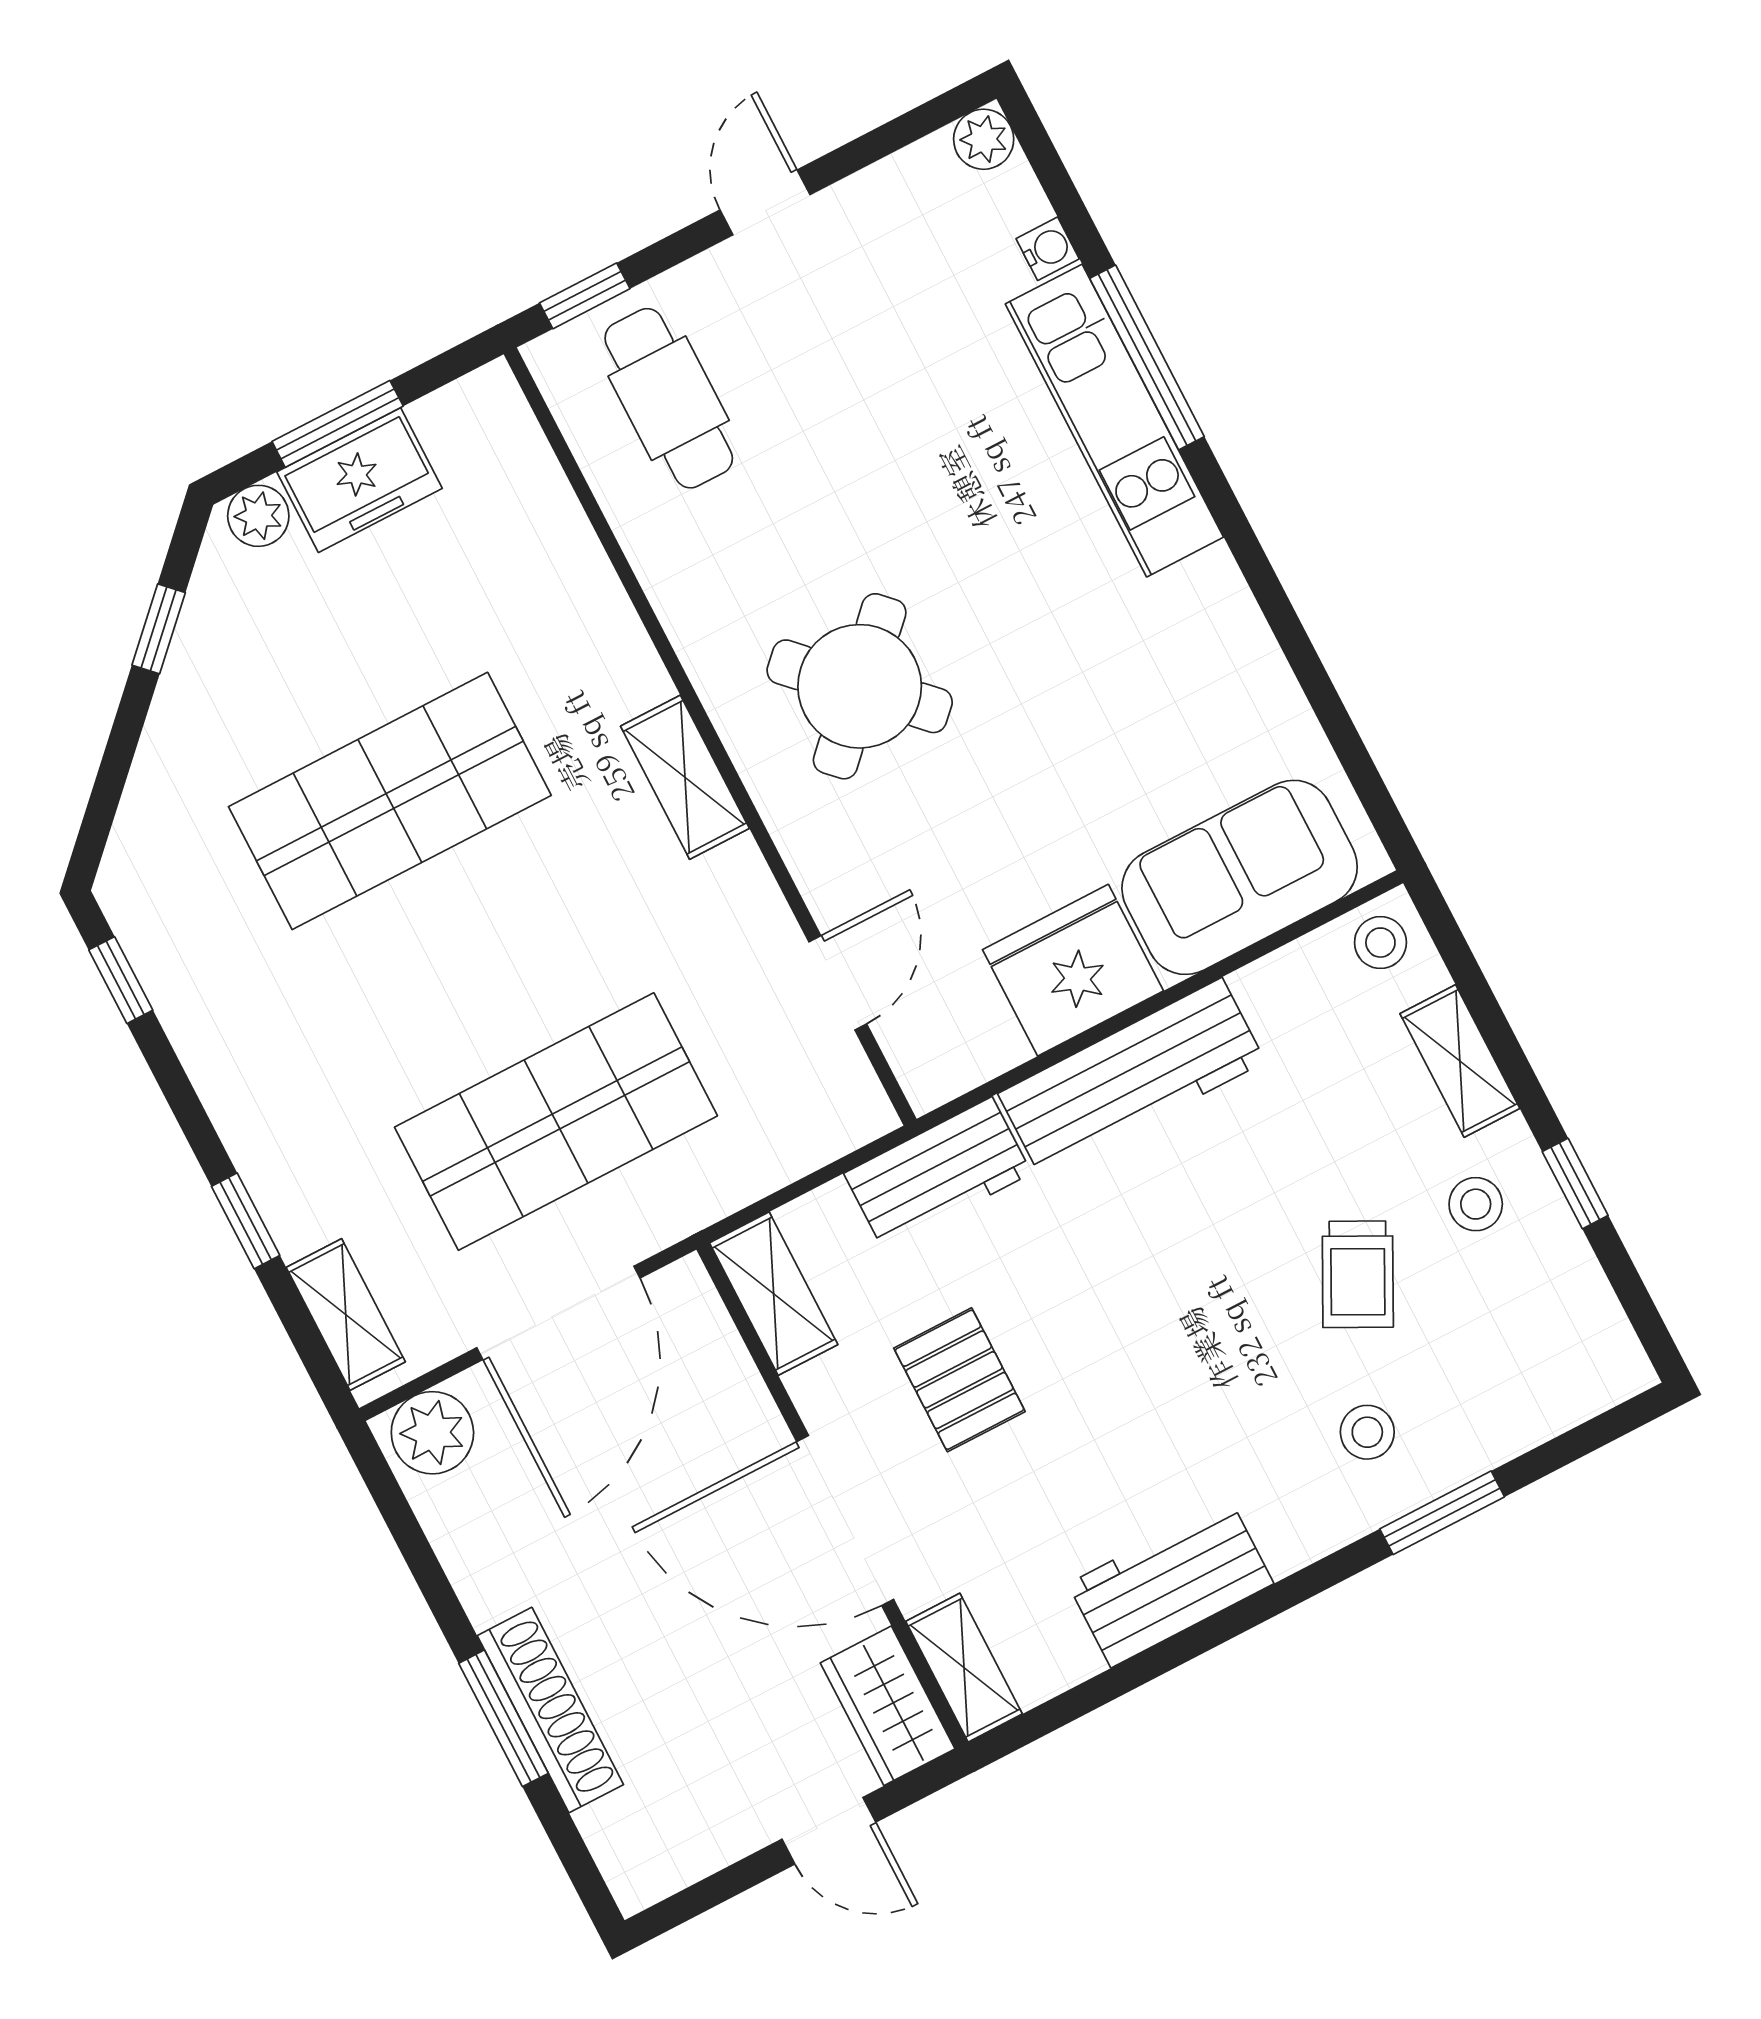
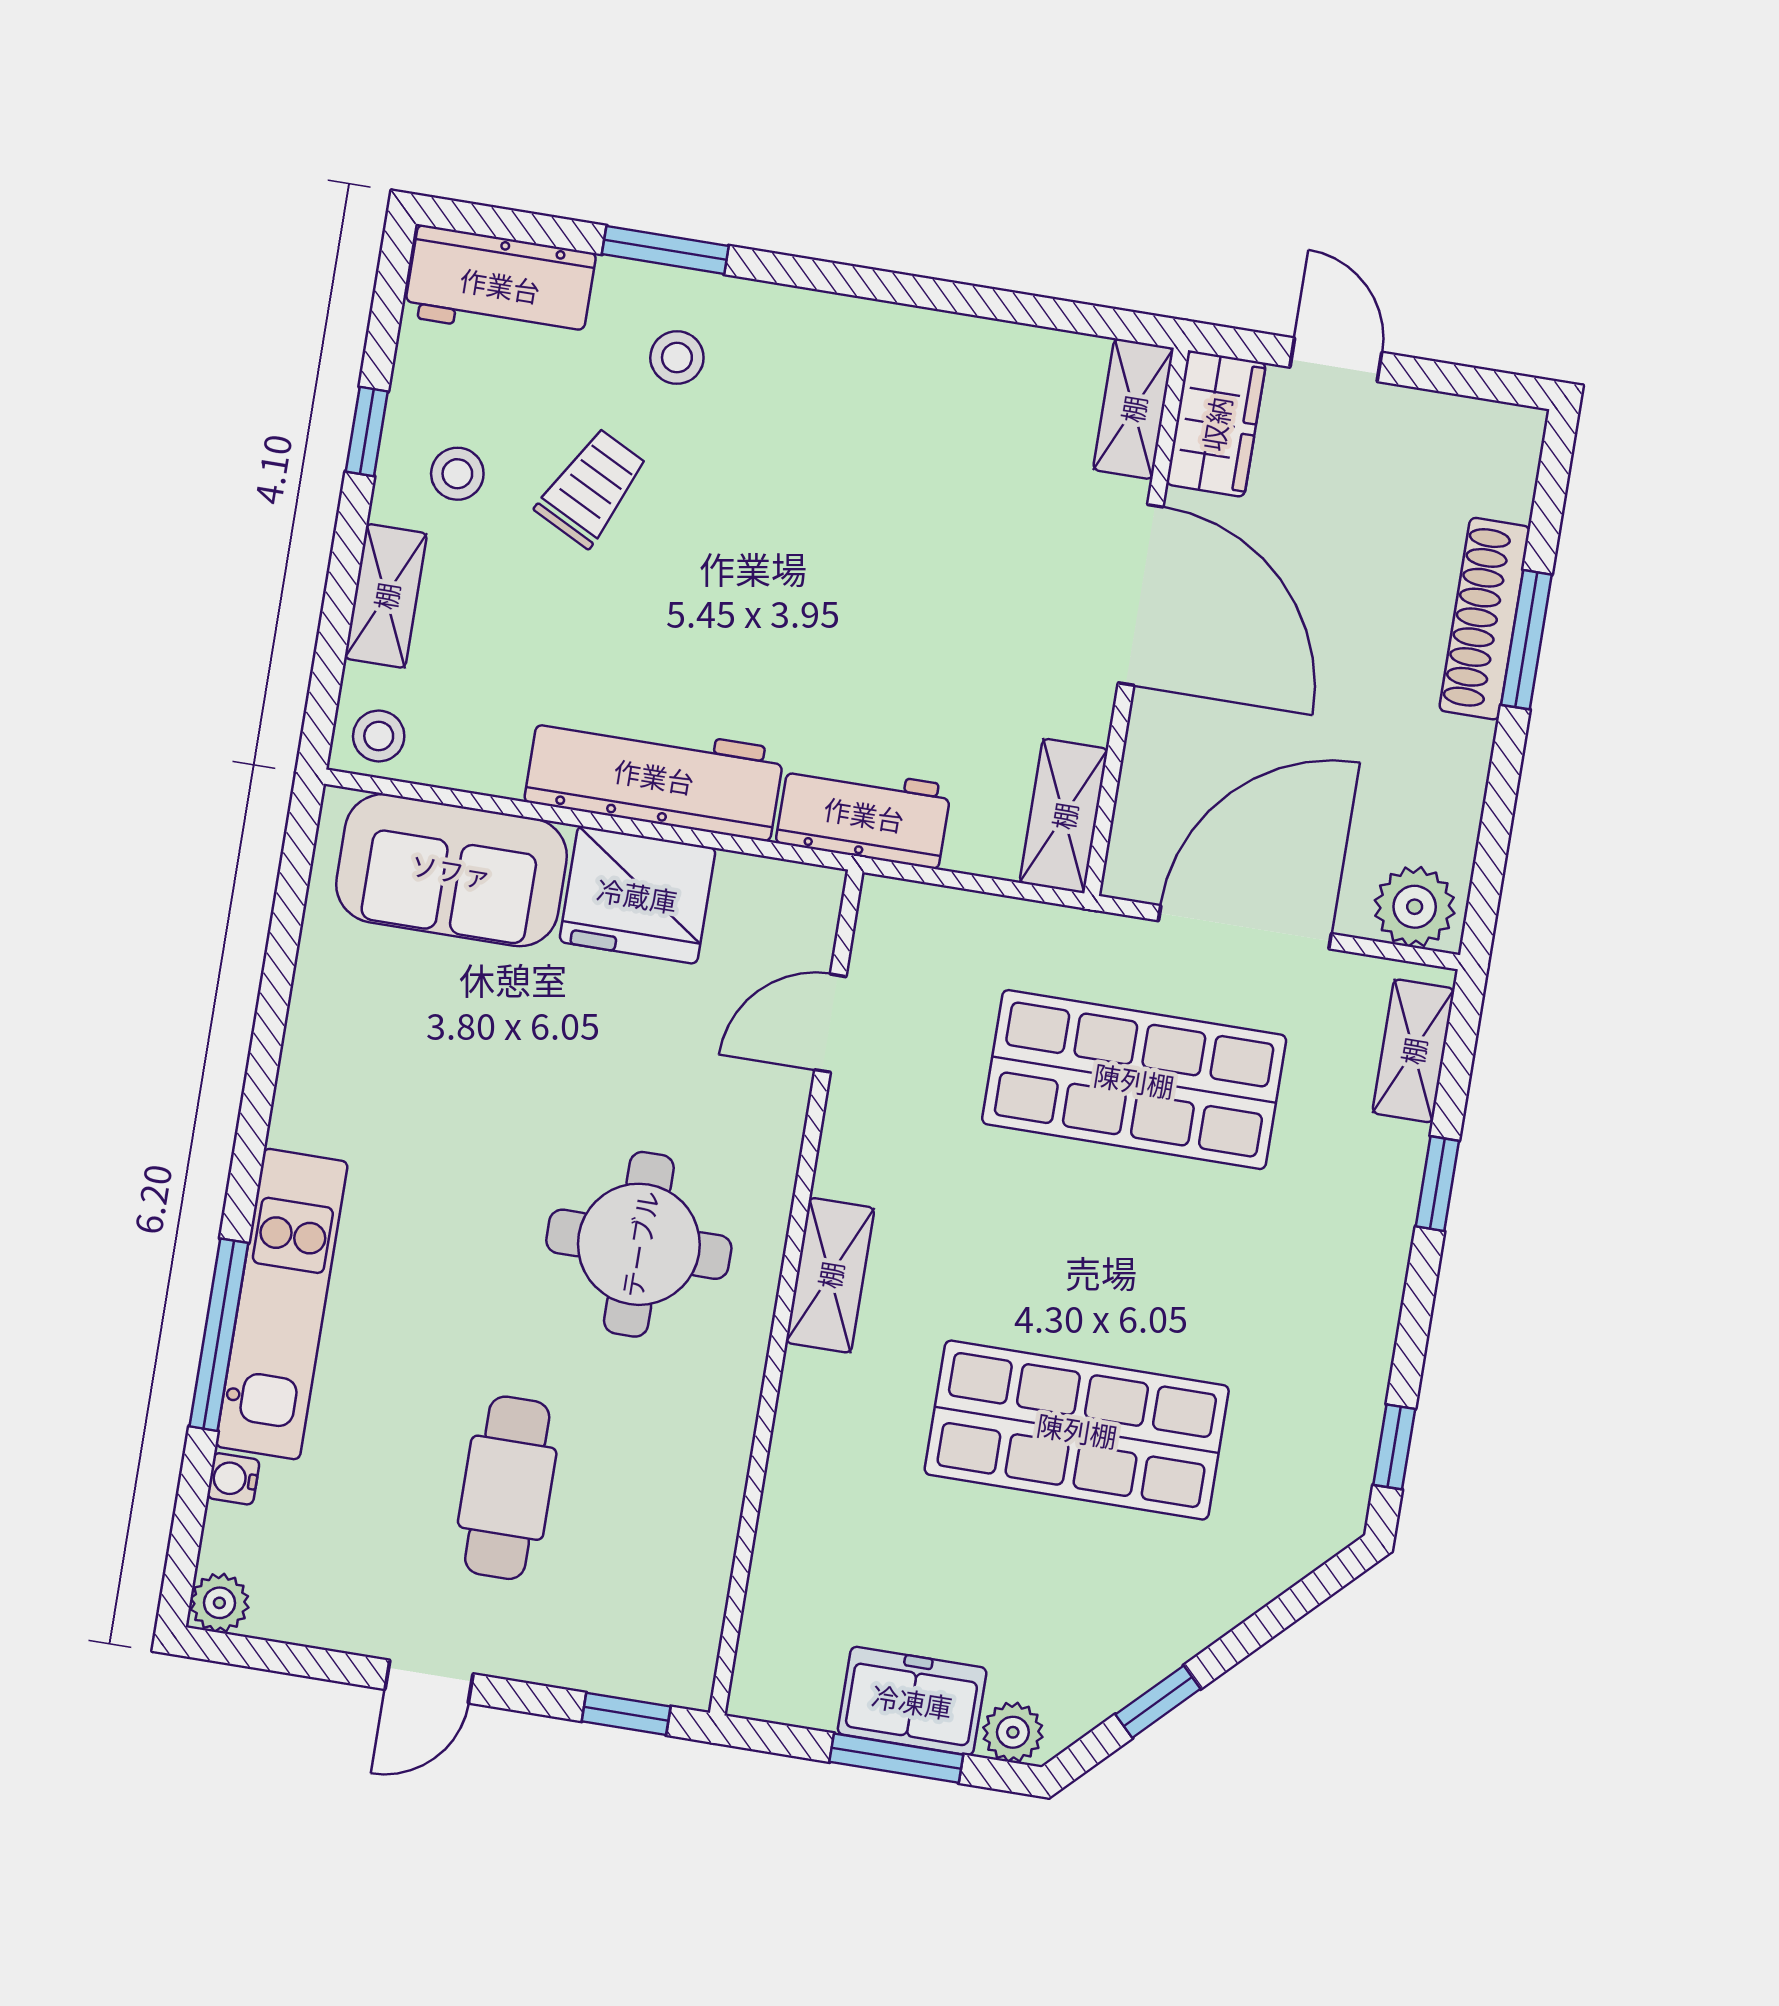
cafe table: (669, 398) -> (507, 1488), moved
round table: (860, 686) -> (639, 1244), turned 45
pallet: (959, 1380) -> (968, 639), removed
workbench: (1171, 1584) -> (500, 285), moved

